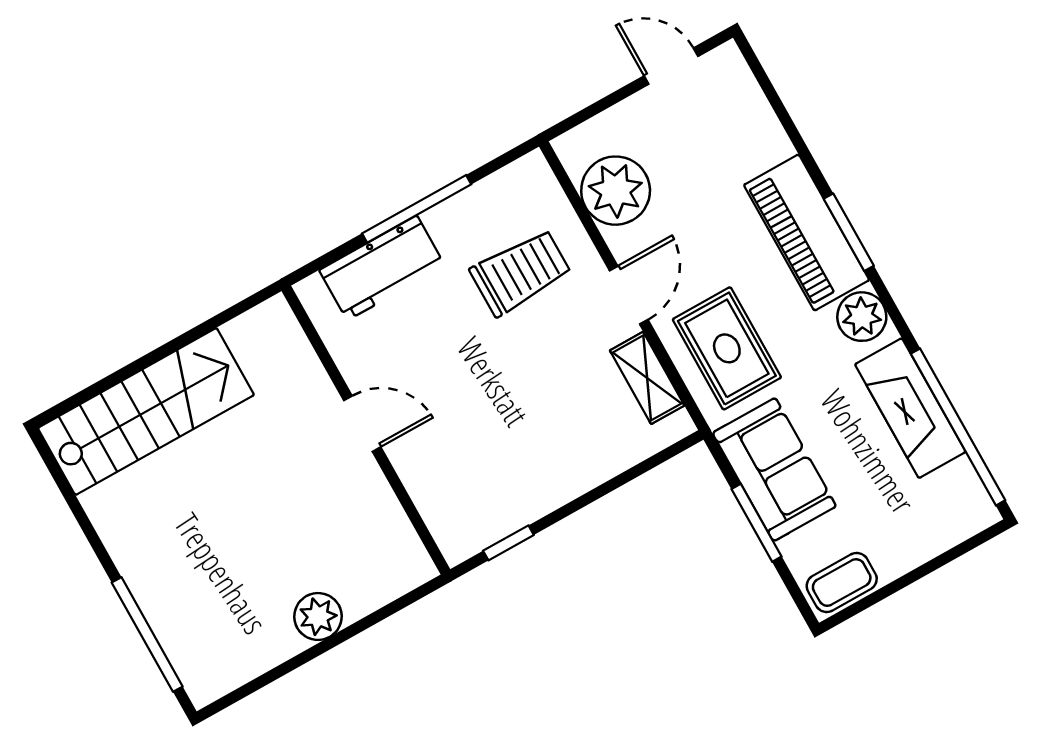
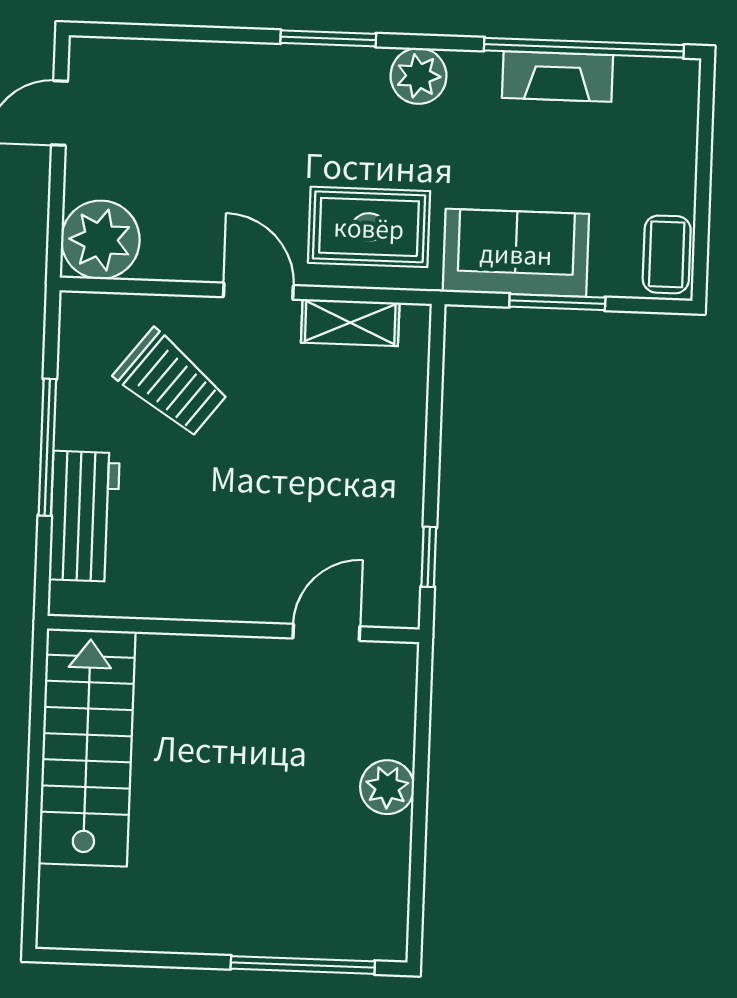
plant: (616, 191) -> (100, 240), moved
piano: (807, 233) -> (303, 80), removed
trolley: (521, 272) -> (171, 383), turned 128
fireplace: (910, 408) -> (557, 76), width x0.73, depth x0.76
stairs: (146, 411) -> (87, 747), moved
door: (362, 424) -> (326, 632), moved

